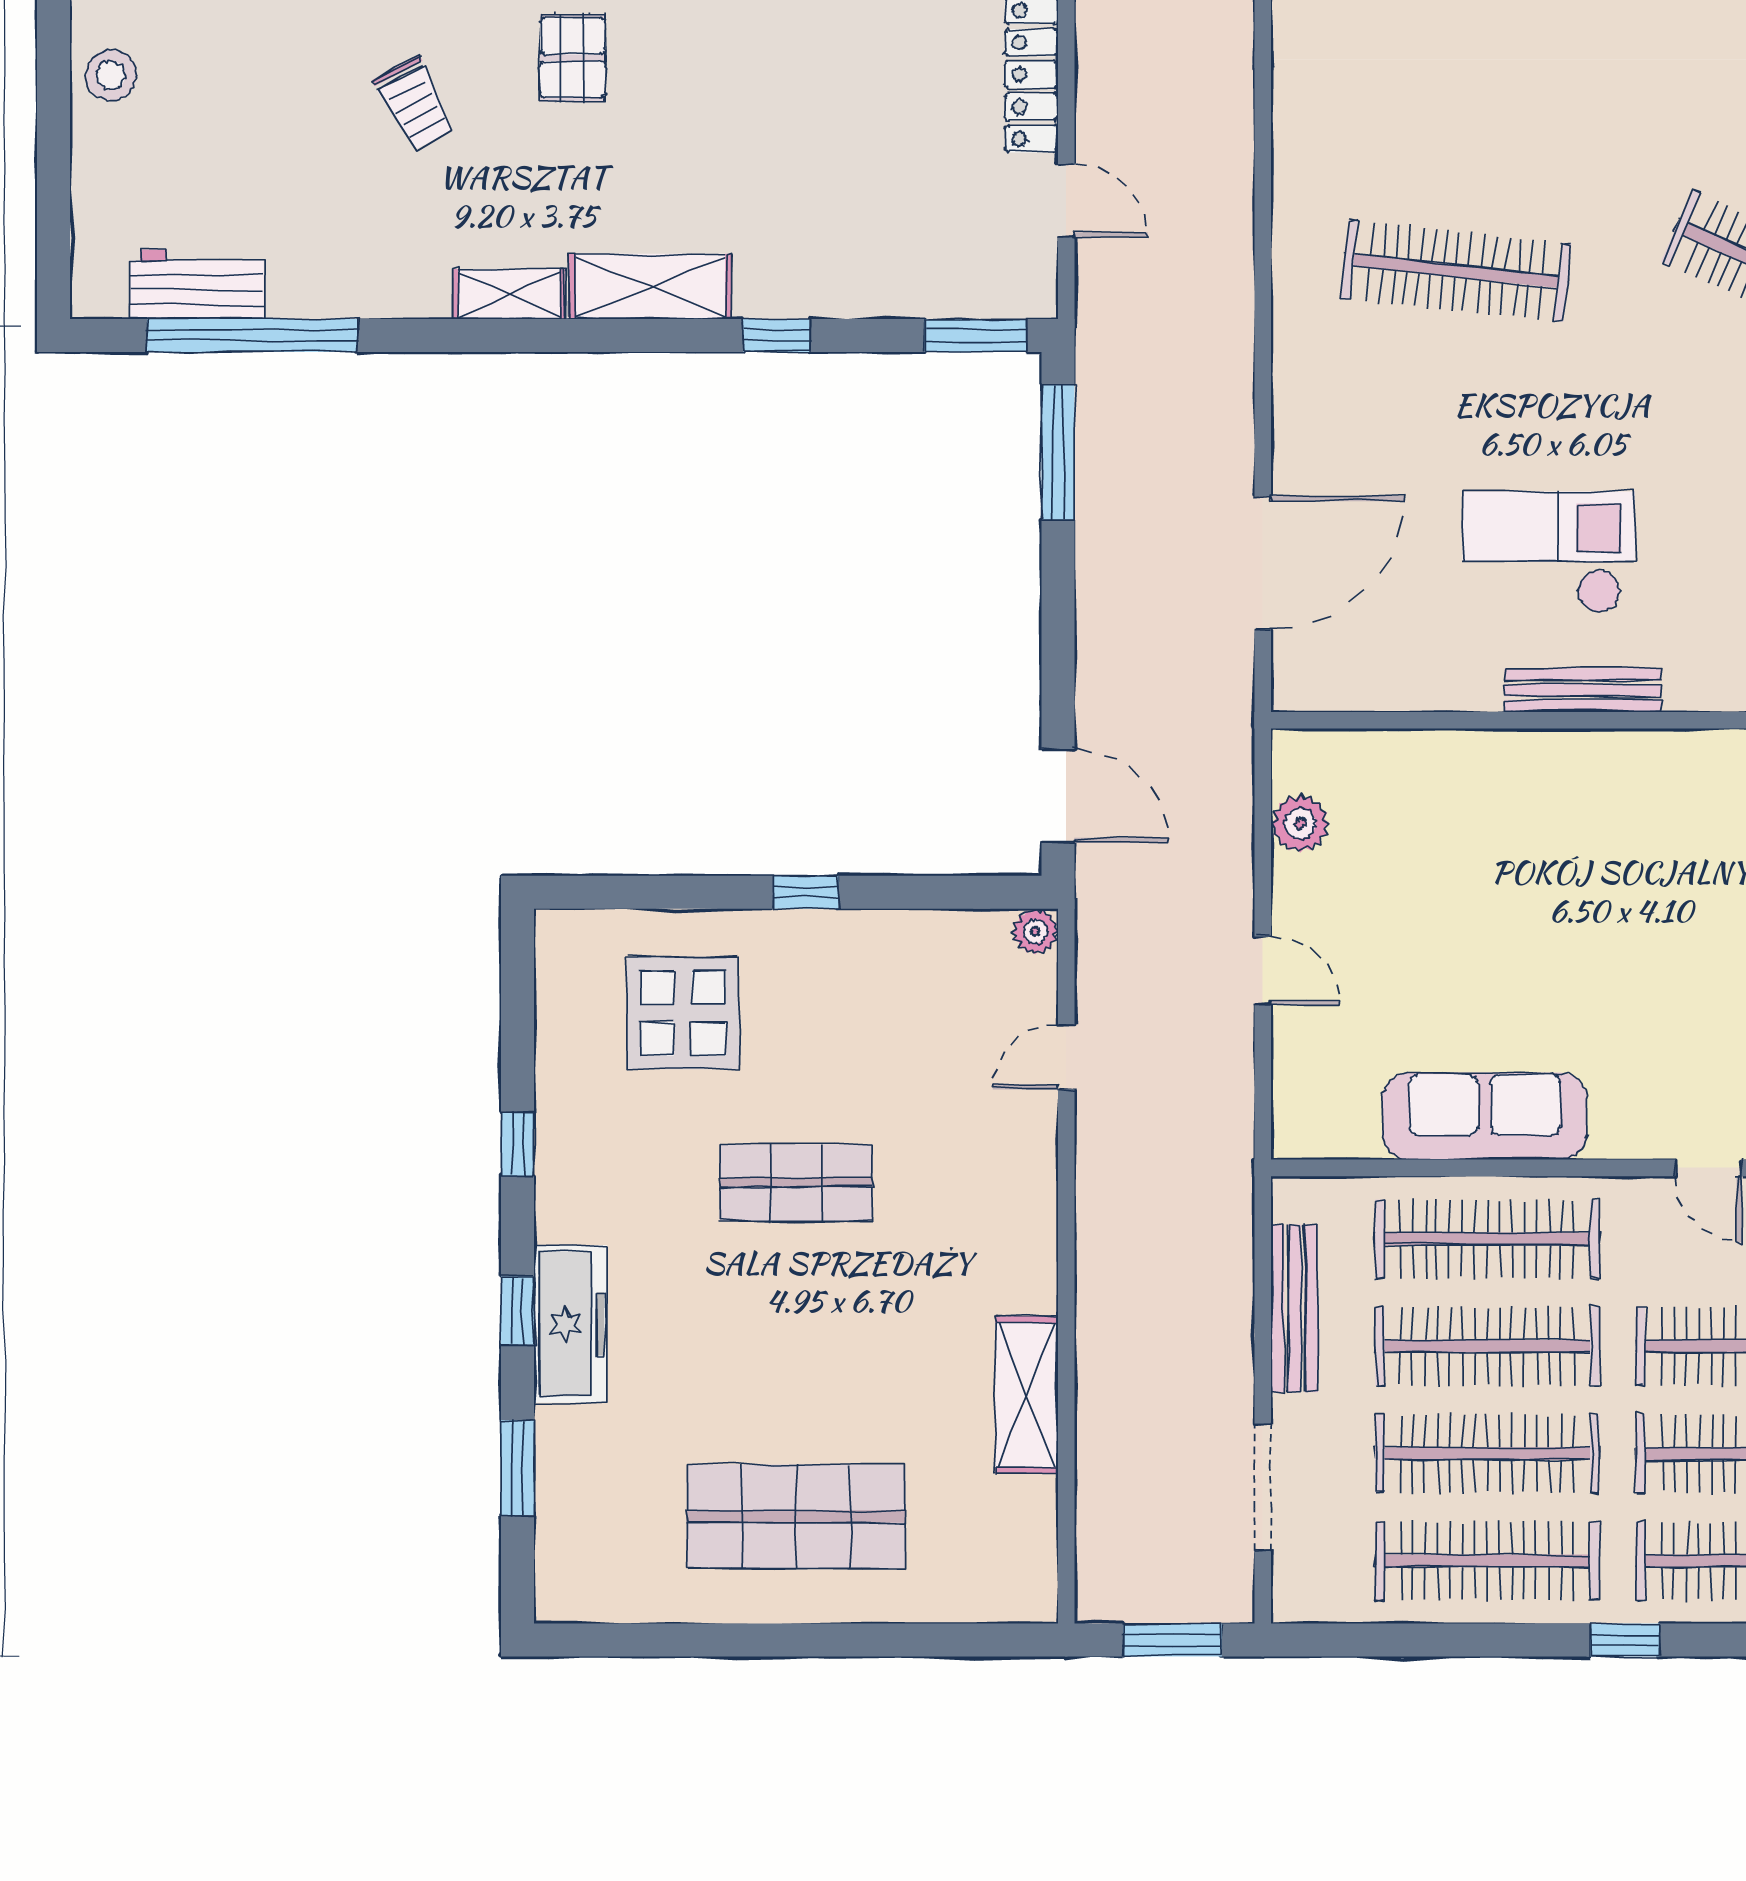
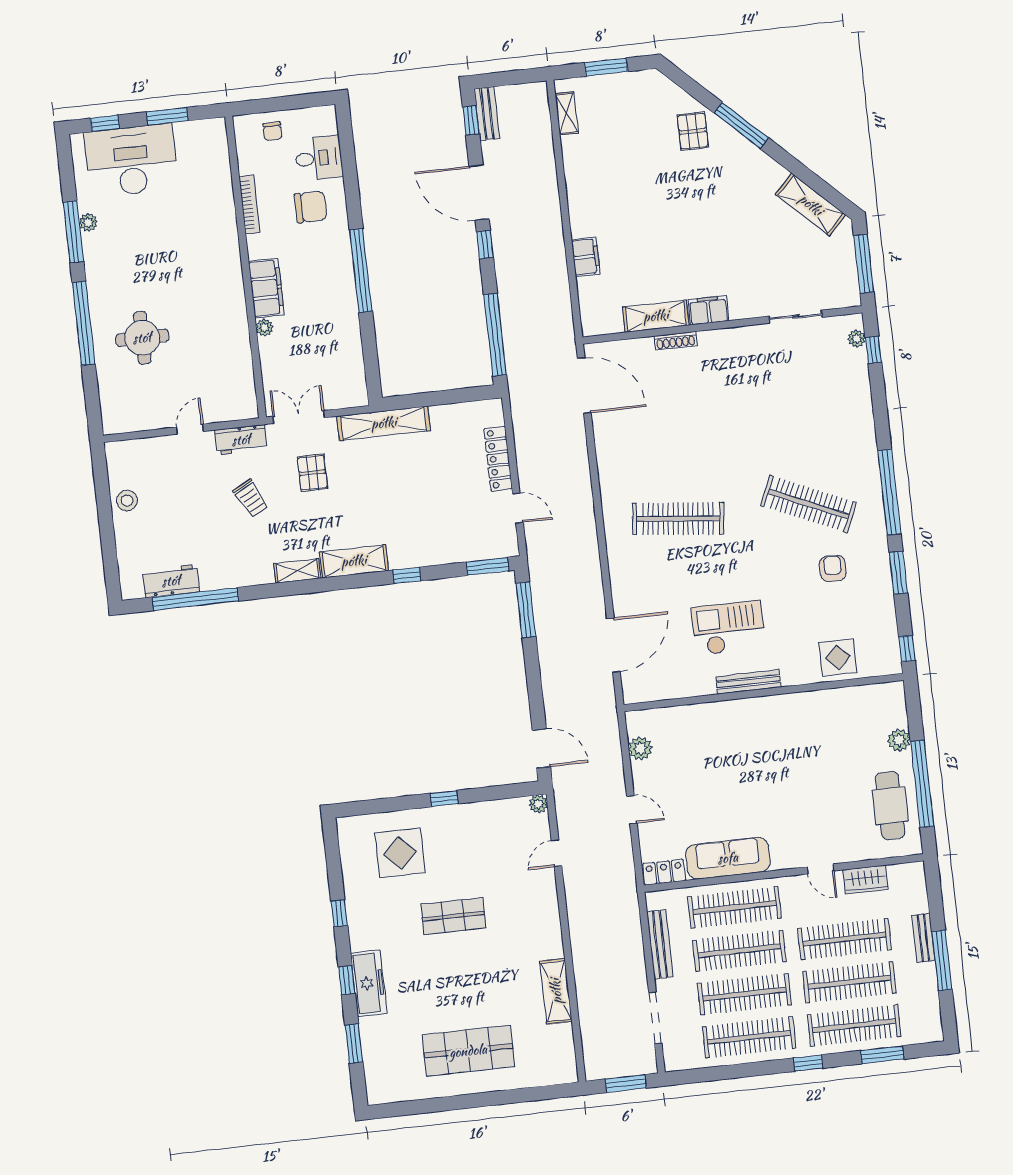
locker: (1324, 1133) -> (664, 872), added

